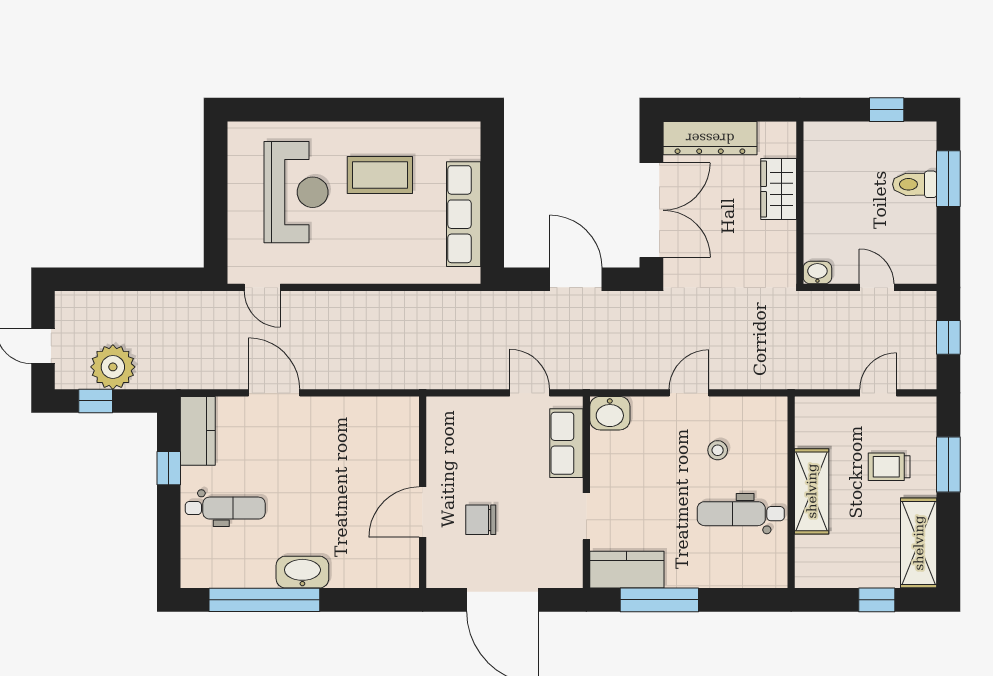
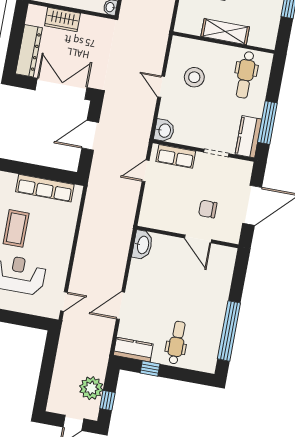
stool: (718, 450) -> (194, 77), width x1.89, depth x1.89
dental chair: (741, 514) -> (245, 75), moved
chair: (481, 520) -> (208, 209), turned 90
washbasin: (302, 572) -> (143, 245), moved, turned 180

